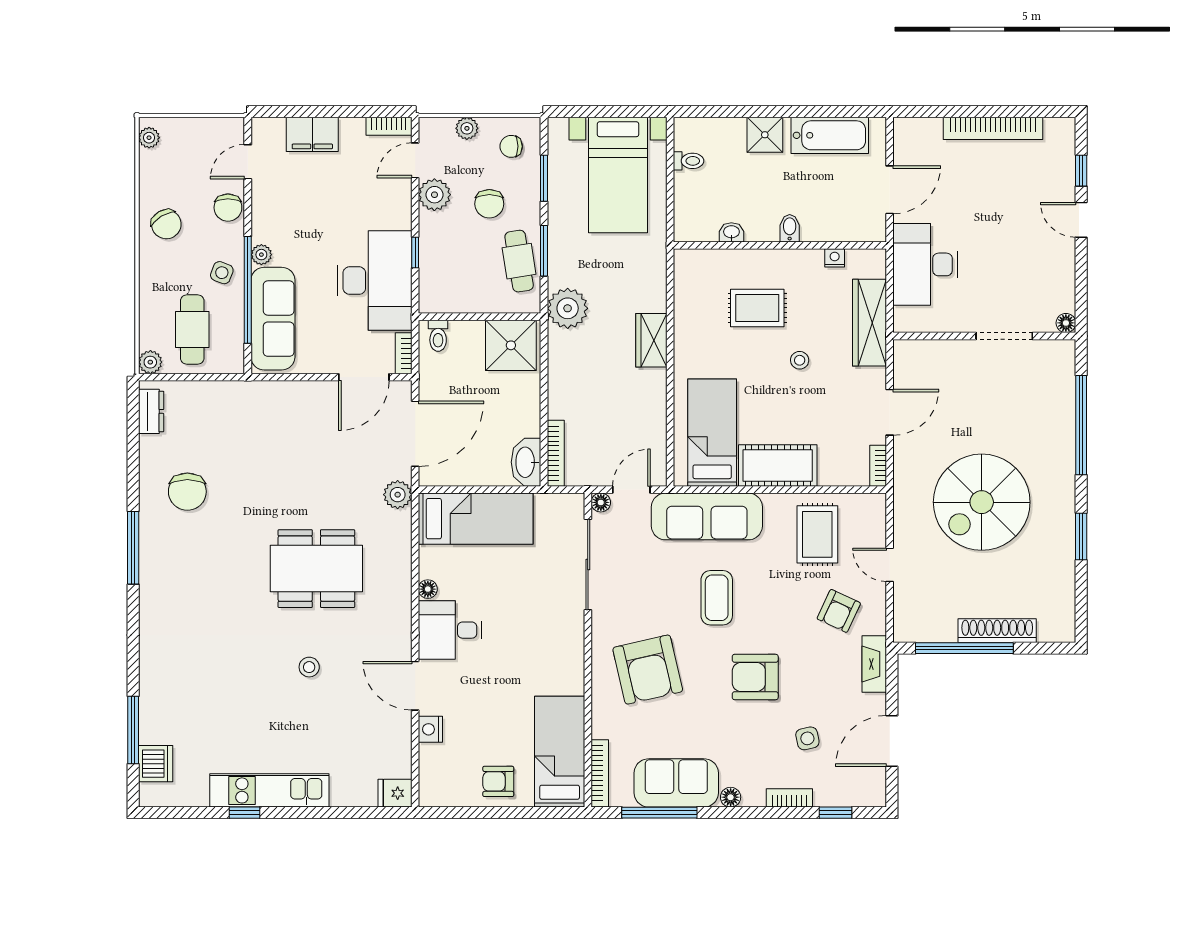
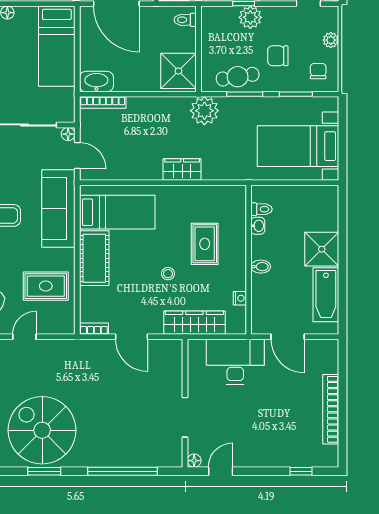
shower: (765, 135) -> (322, 249), width x1.36, depth x1.36
toilet: (689, 161) -> (261, 209), moved, turned -90
plant: (434, 195) -> (250, 17), moved
door: (1081, 220) -> (221, 471), moved
spiral stairs: (982, 502) -> (42, 430), moved

